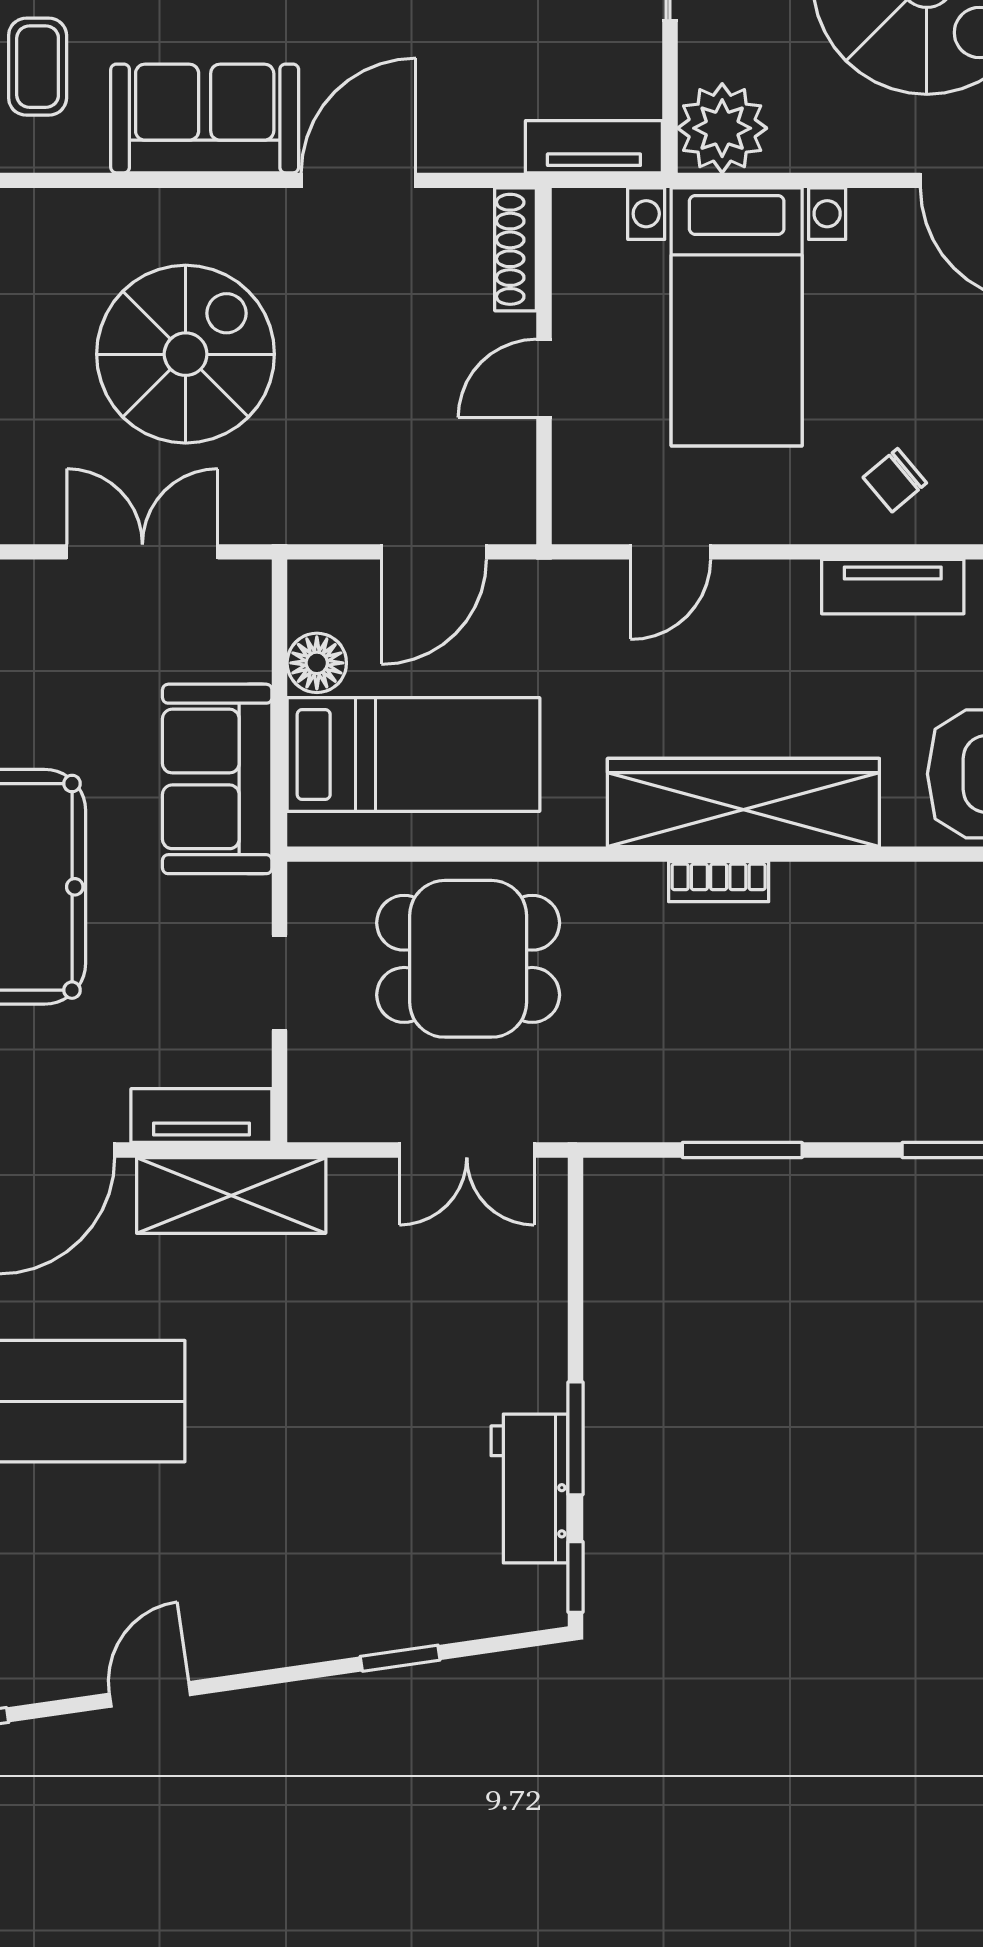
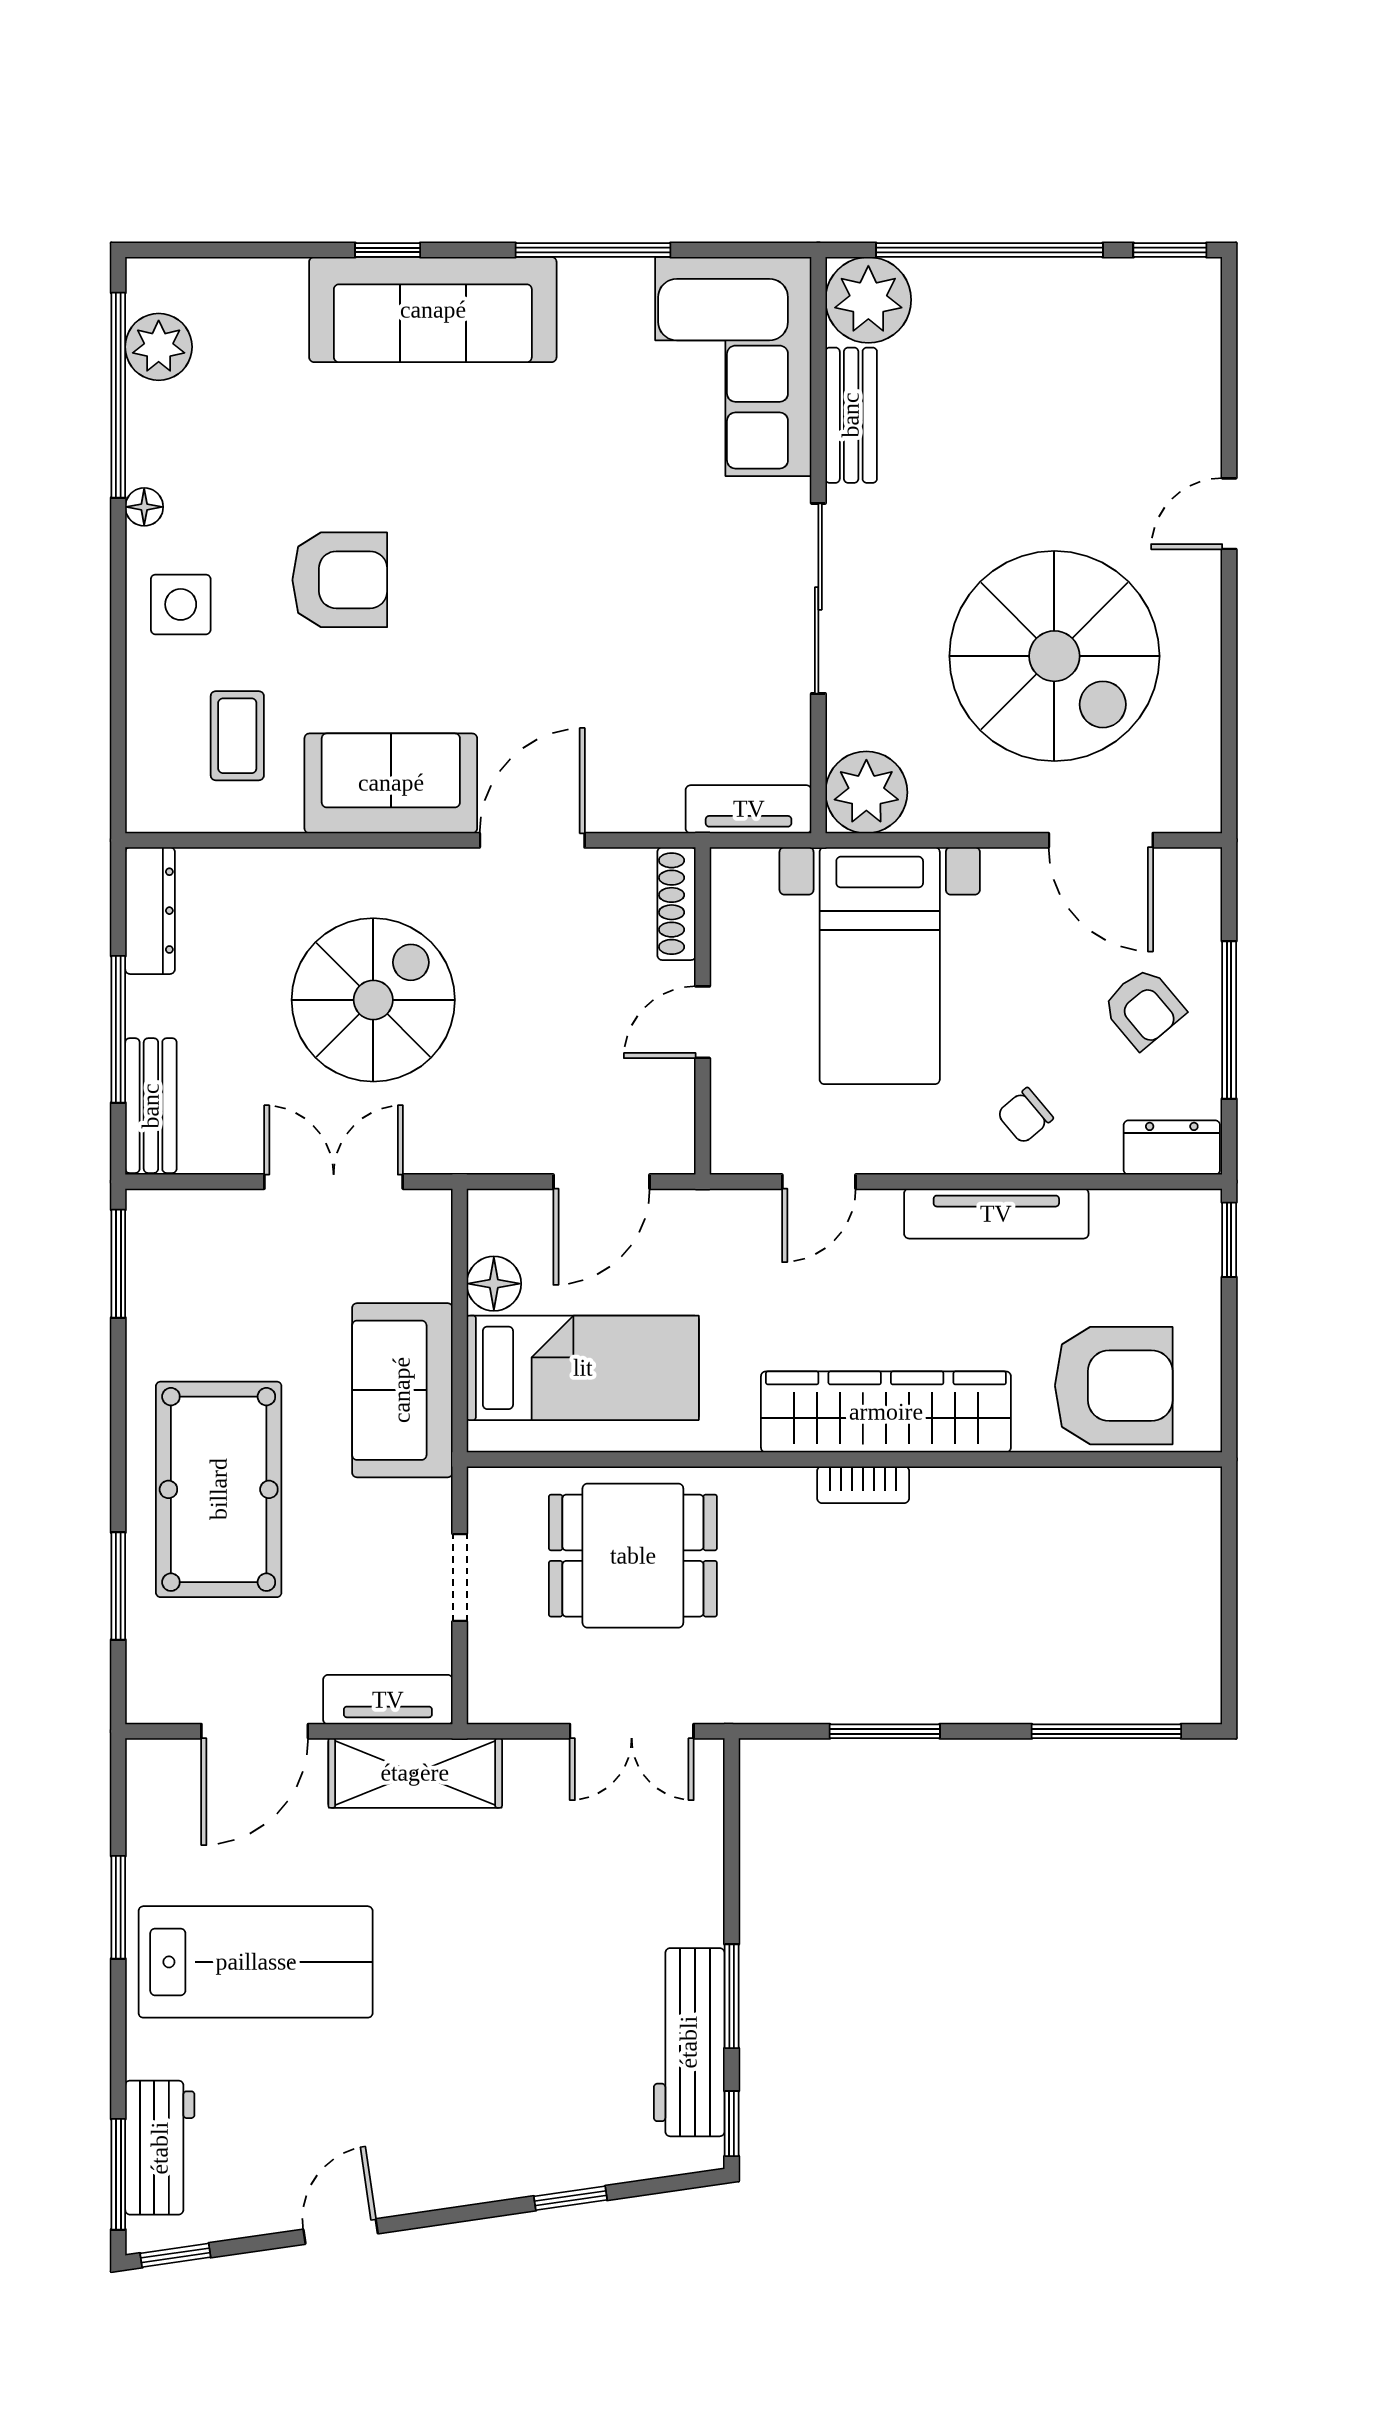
tv unit: (893, 587) -> (996, 1214), width x1.41
workbench: (529, 1488) -> (689, 2042), width x1.38

